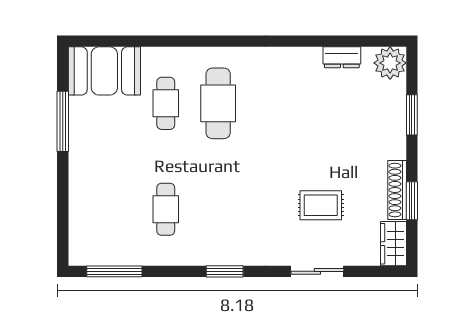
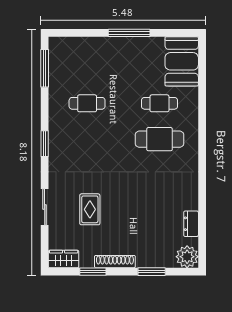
window: (63, 121) -> (129, 33), moved
shoe rack: (397, 190) -> (115, 262), moved

